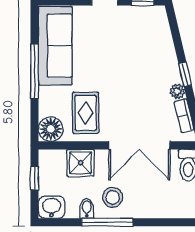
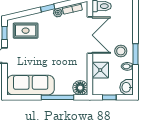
window: (35, 71) -> (57, 97), moved
rug: (86, 113) -> (26, 31), moved
window: (107, 222) -> (136, 54), width x0.69

